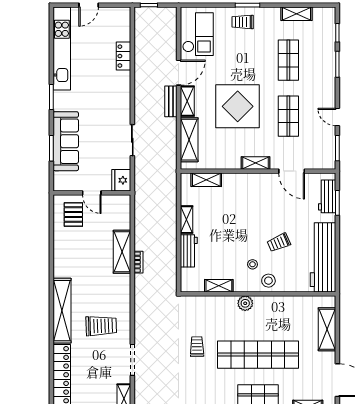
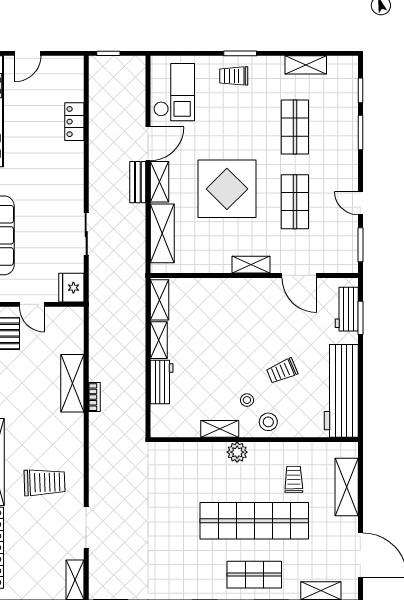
shelving: (206, 180) -> (159, 300), moved, turned 90
shelving: (219, 286) -> (220, 429), moved
trolley: (197, 347) -> (294, 479), moved

